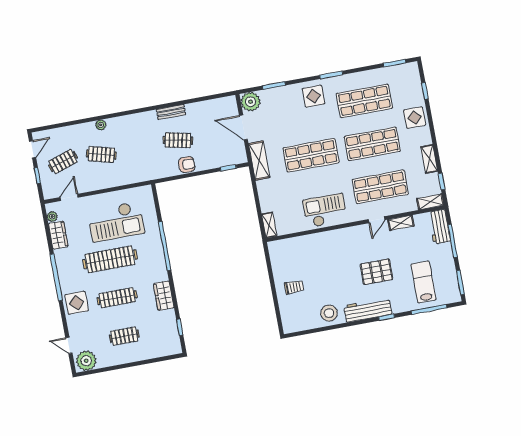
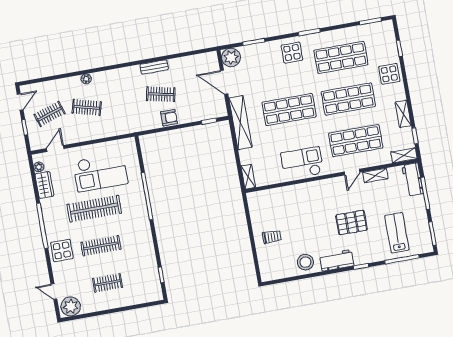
shelving: (259, 161) -> (240, 123), width x1.47
wardrobe: (164, 296) -> (146, 244), removed
workbench: (368, 310) -> (337, 260), width x0.73

